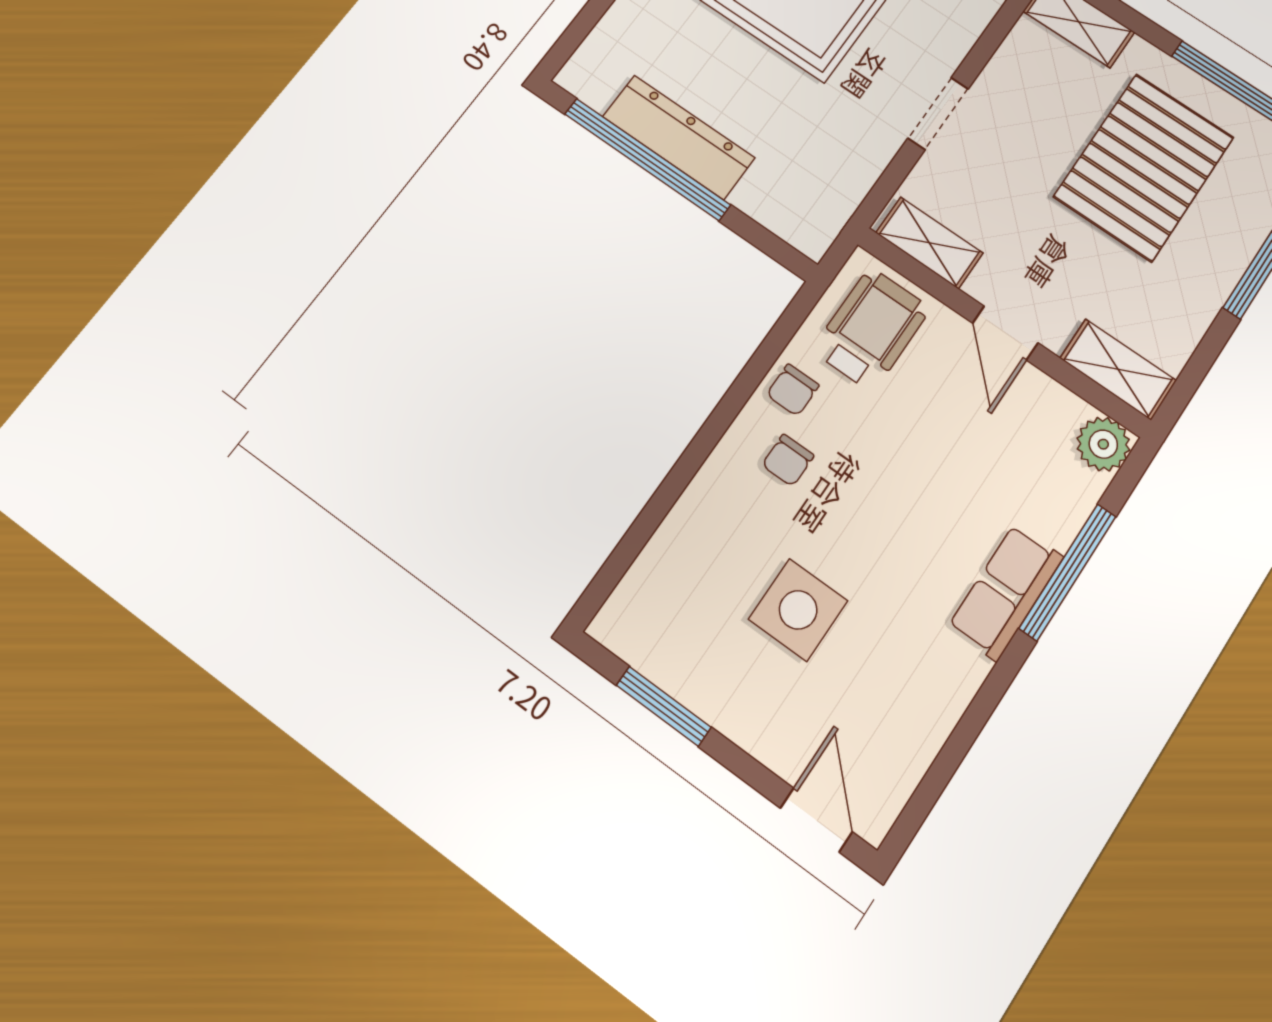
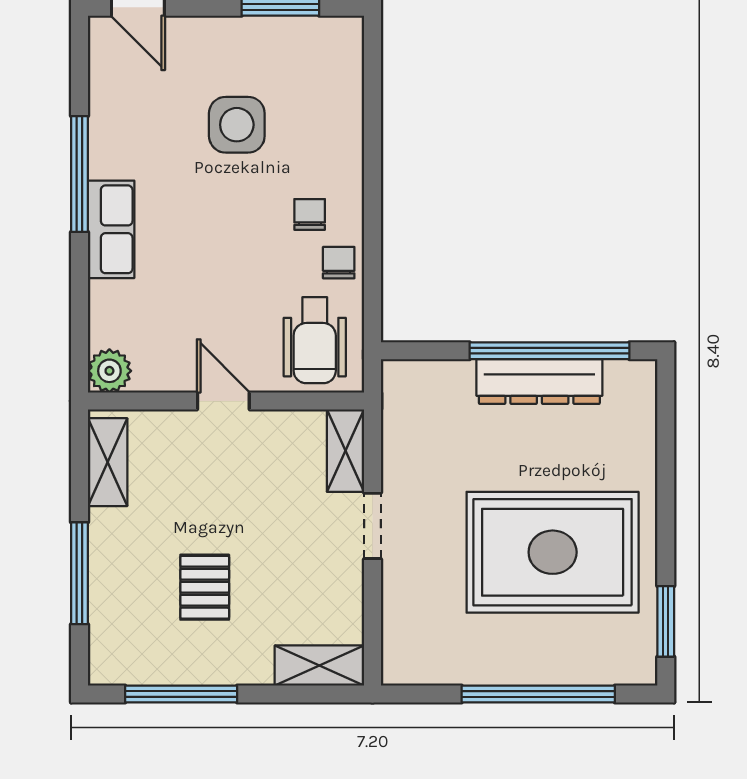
pallet: (1144, 167) -> (205, 587), width x0.49, depth x0.50
shelving: (929, 243) -> (346, 451), moved, turned 90
shelving: (1118, 369) -> (108, 462), moved, turned 90
window: (1068, 572) -> (79, 174), moved

